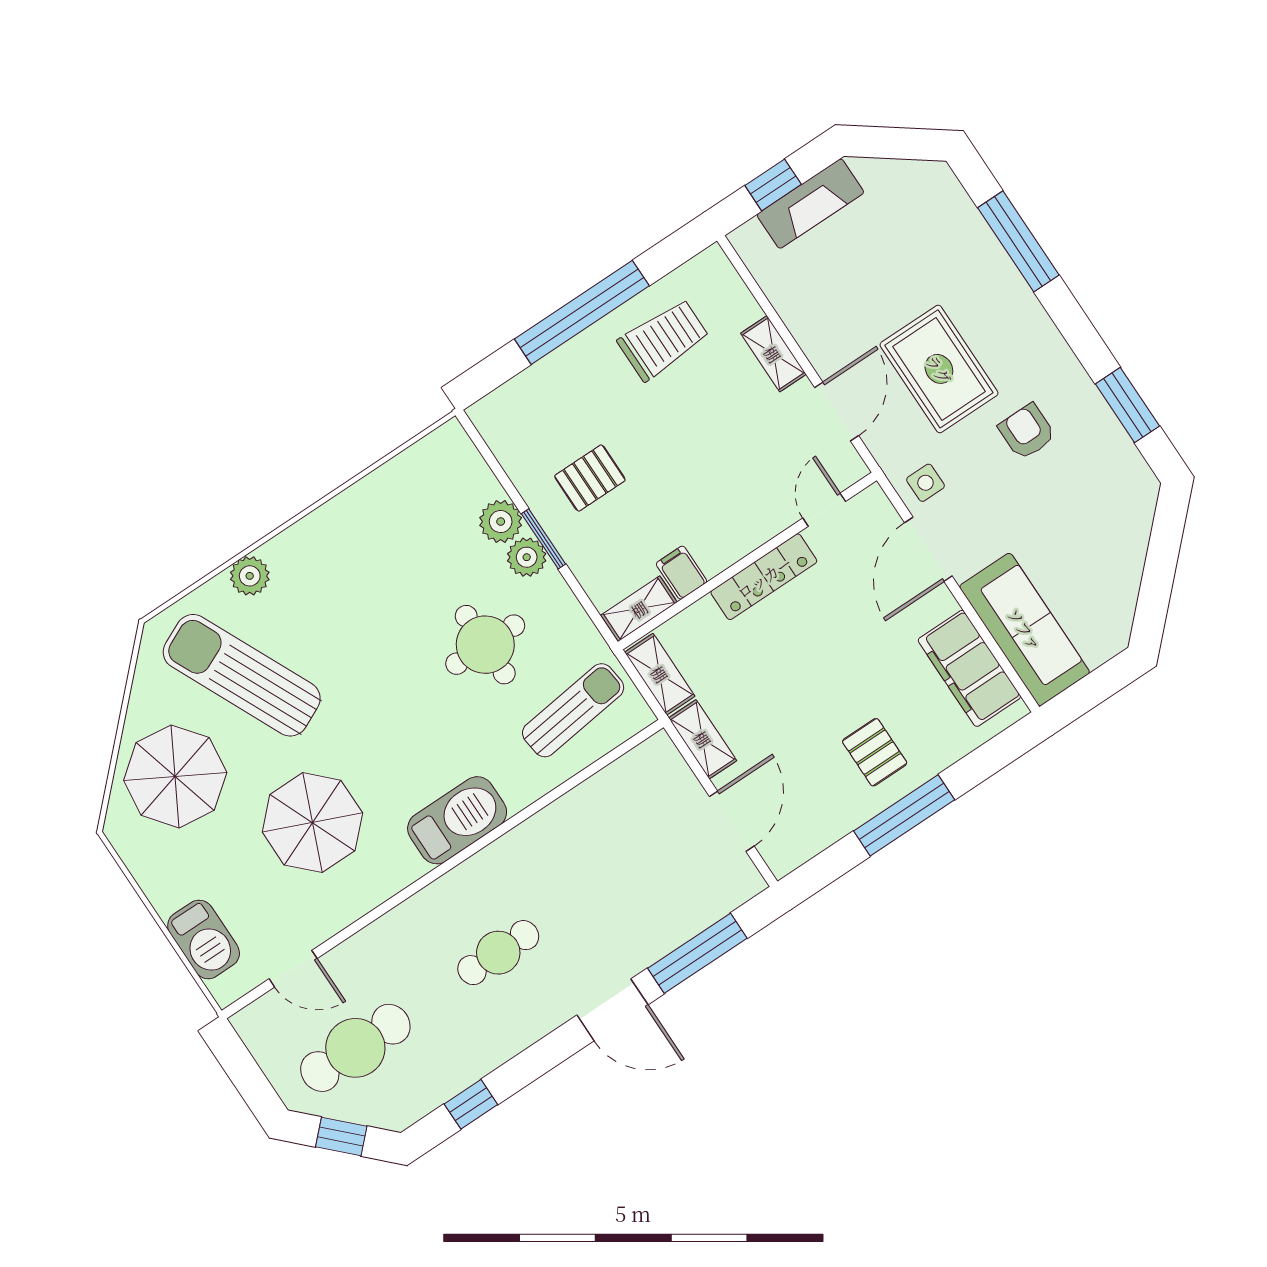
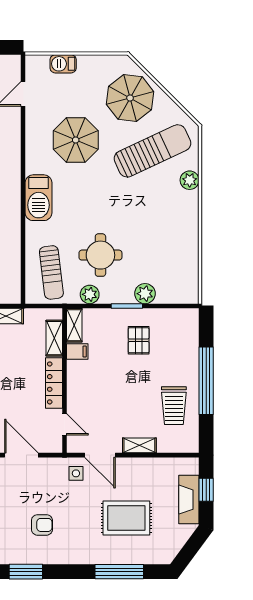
rug: (939, 369) -> (126, 518), moved
side table: (925, 483) -> (76, 473), moved
plant: (527, 557) -> (90, 294), moved
shelving: (660, 674) -> (54, 338), moved, turned 90
barbecue: (204, 939) -> (63, 64), width x0.73, depth x0.79

